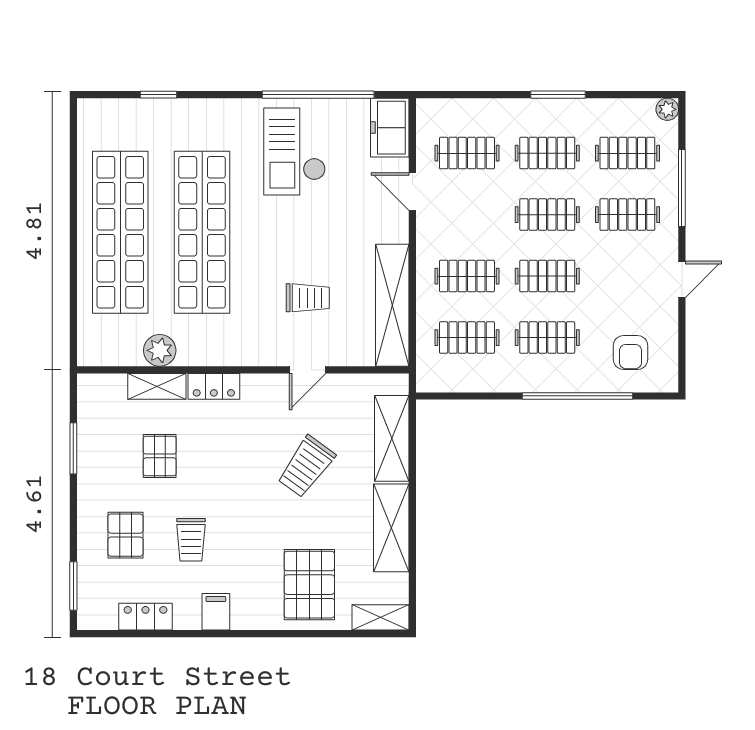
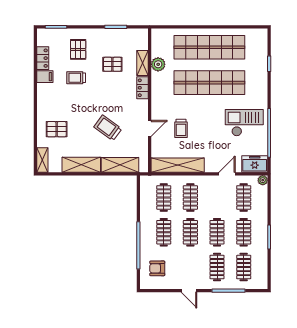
plant: (667, 109) -> (263, 180), moved
door: (308, 370) -> (150, 128), swing flipped
pallet: (125, 535) -> (78, 49), turned 90
pallet: (309, 585) -> (57, 129), width x0.67, depth x0.71
filing cabinet: (216, 612) -> (45, 77), moved

